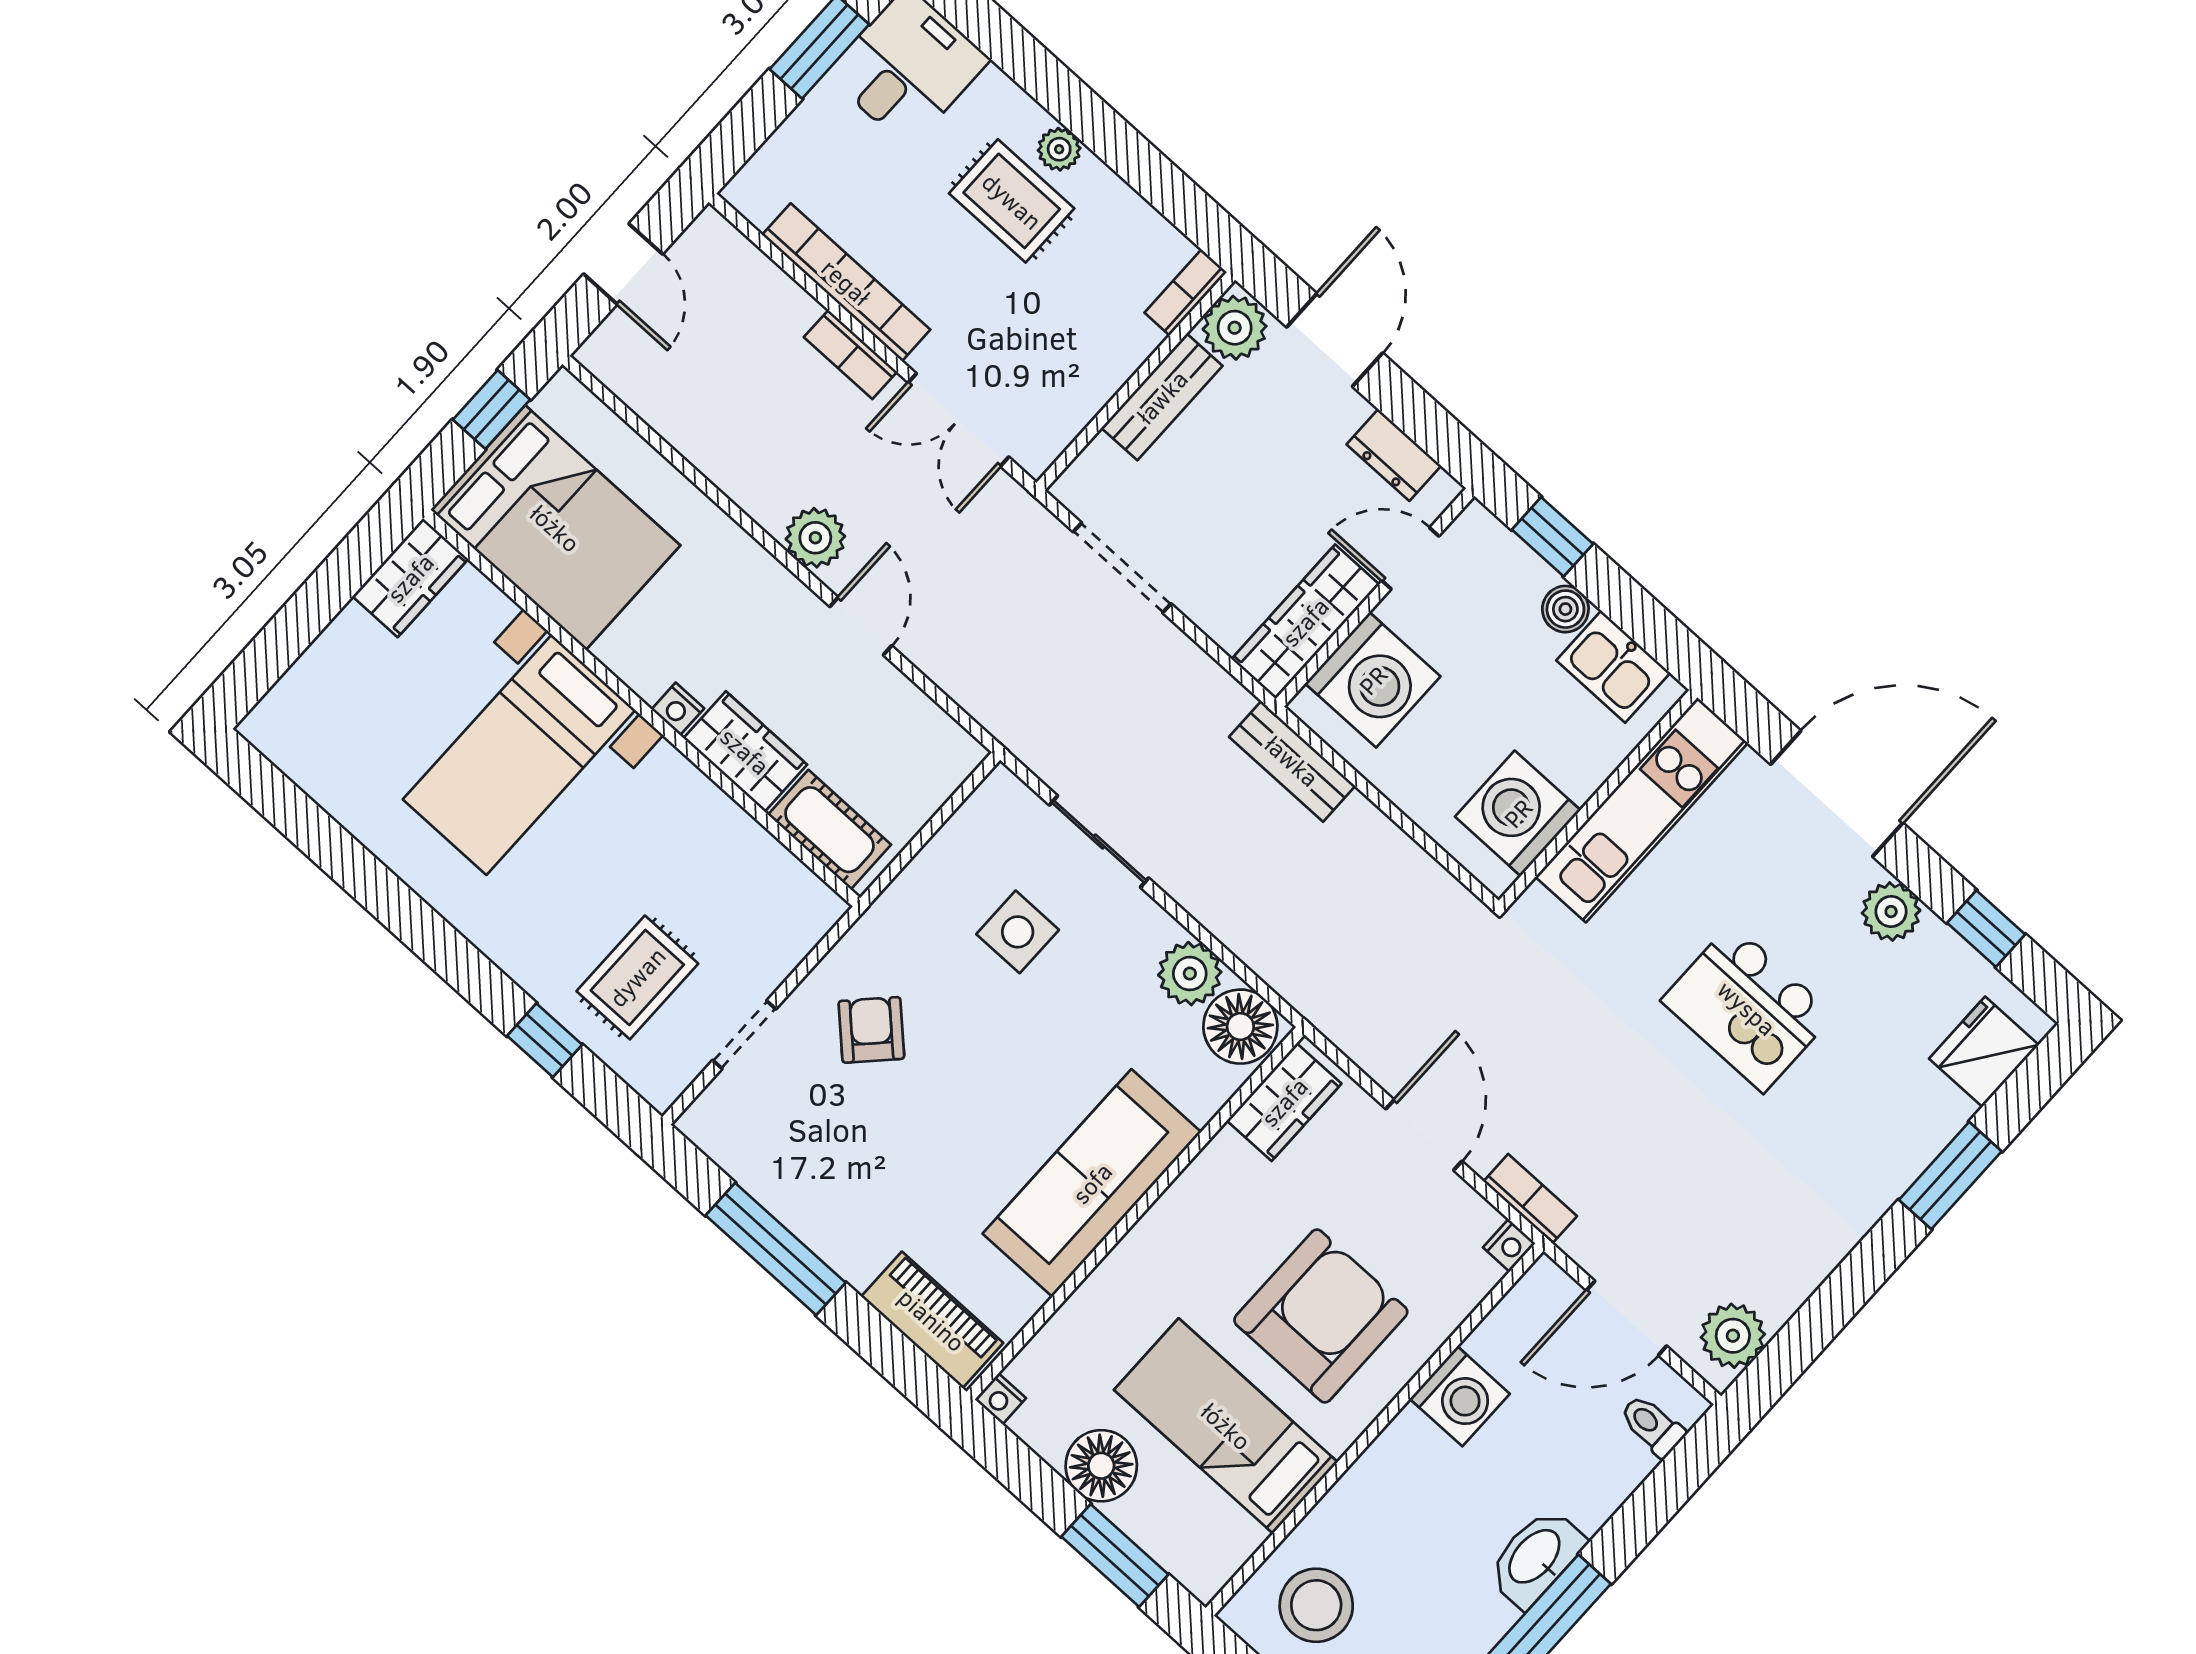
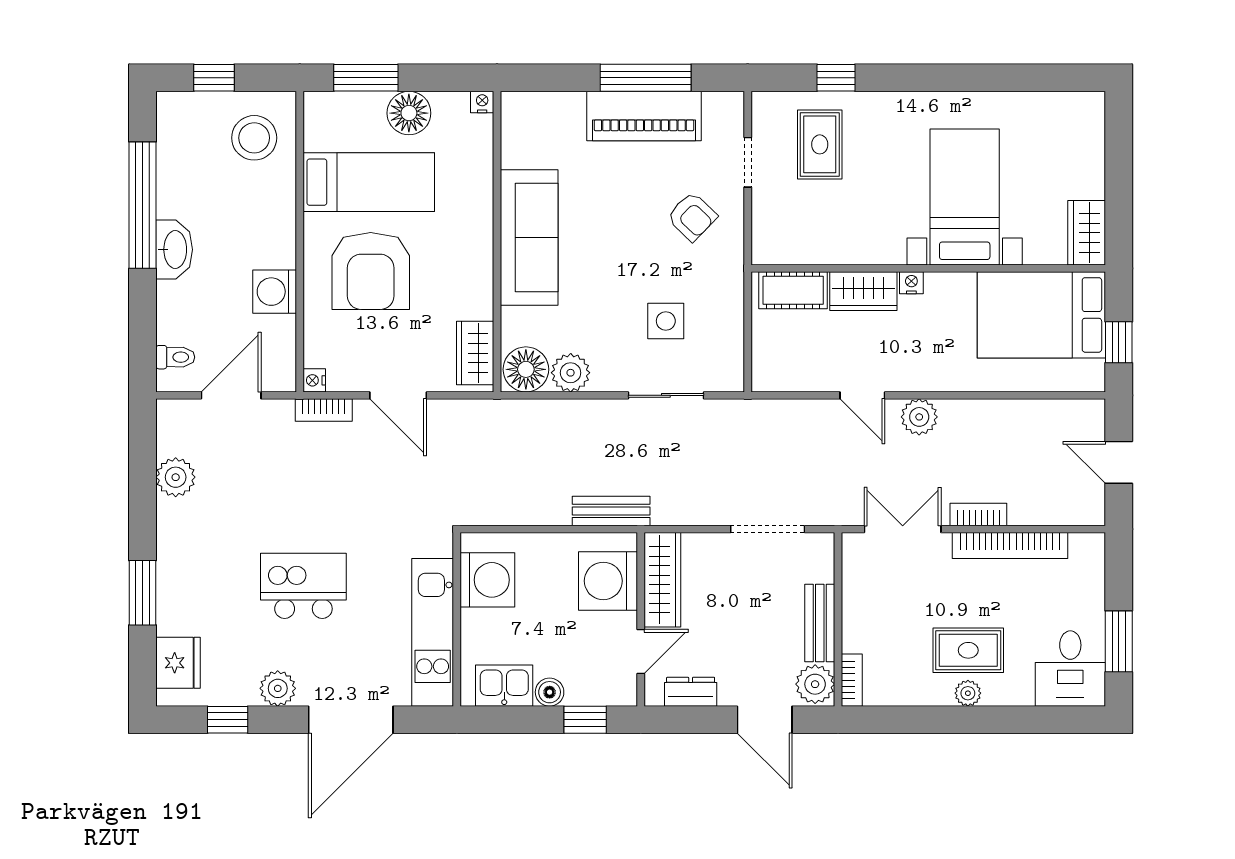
piano: (932, 1320) -> (644, 116), moved, width x1.37, depth x1.33
plant: (1733, 1336) -> (176, 477), moved

